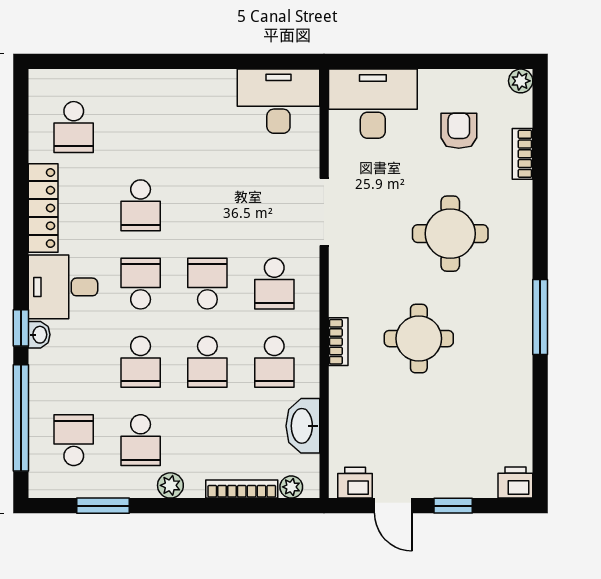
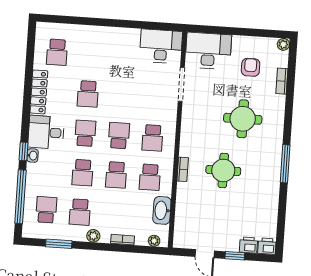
doorway: (324, 212) -> (181, 84), moved
printer: (355, 483) -> (248, 245), moved
bookcase: (242, 489) -> (123, 240), width x0.64

